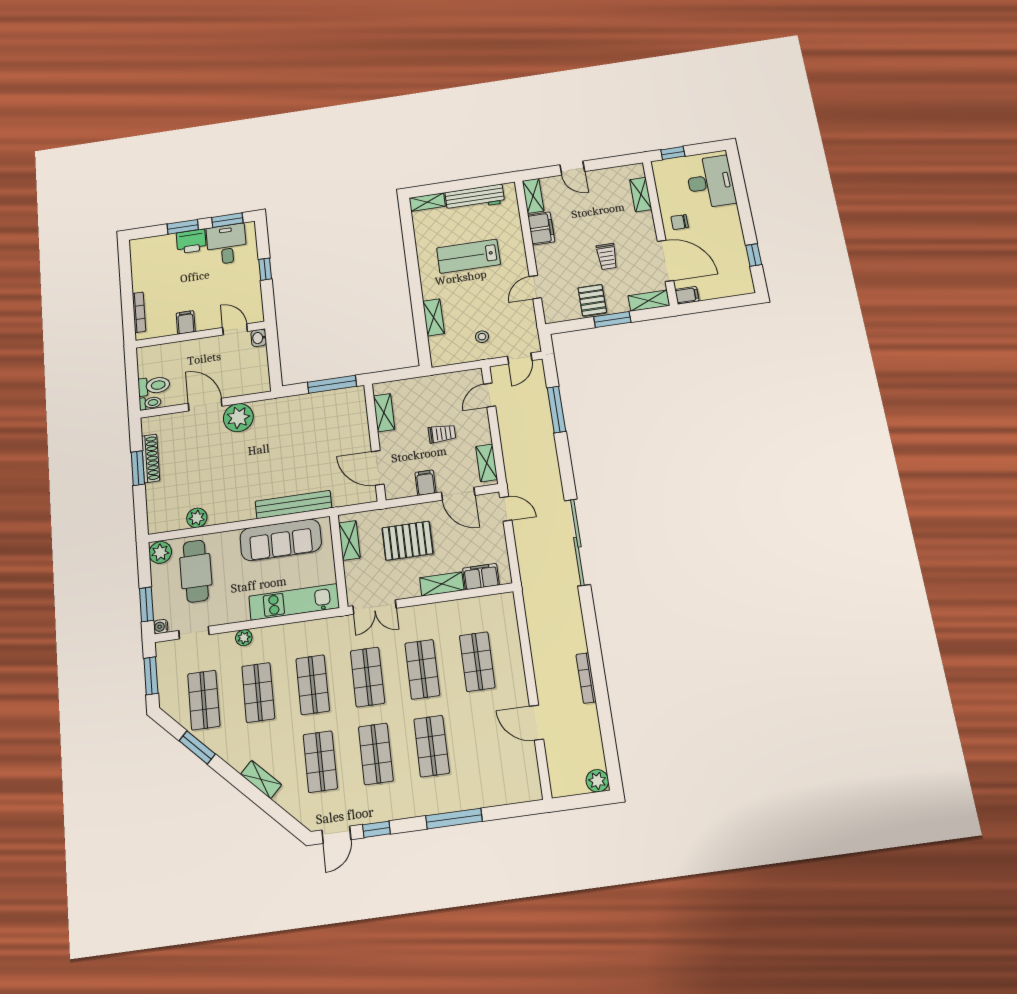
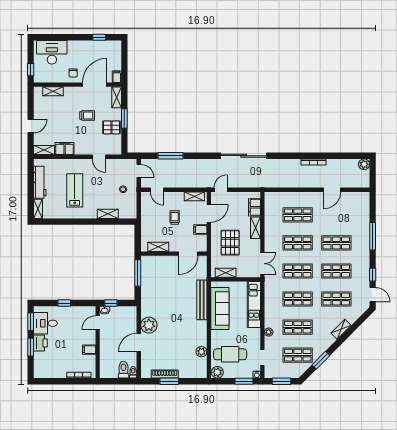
lab bench: (468, 256) -> (75, 190), turned 180
window: (273, 346) -> (111, 303), added

